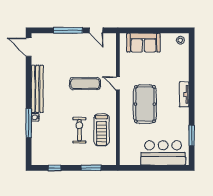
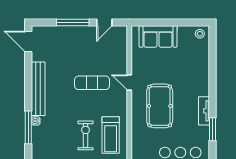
door: (96, 30) -> (104, 22), hinge flipped
tv unit: (184, 94) -> (204, 111), moved
window: (192, 136) -> (213, 129), moved

